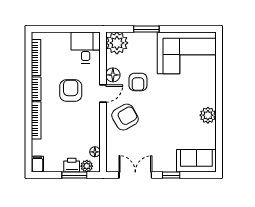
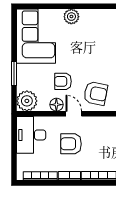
desk: (86, 48) -> (31, 135), width x1.37
armchair: (138, 82) -> (63, 81), turned 180
plant: (208, 115) -> (71, 17), moved
armchair: (125, 117) -> (96, 93), turned 131

